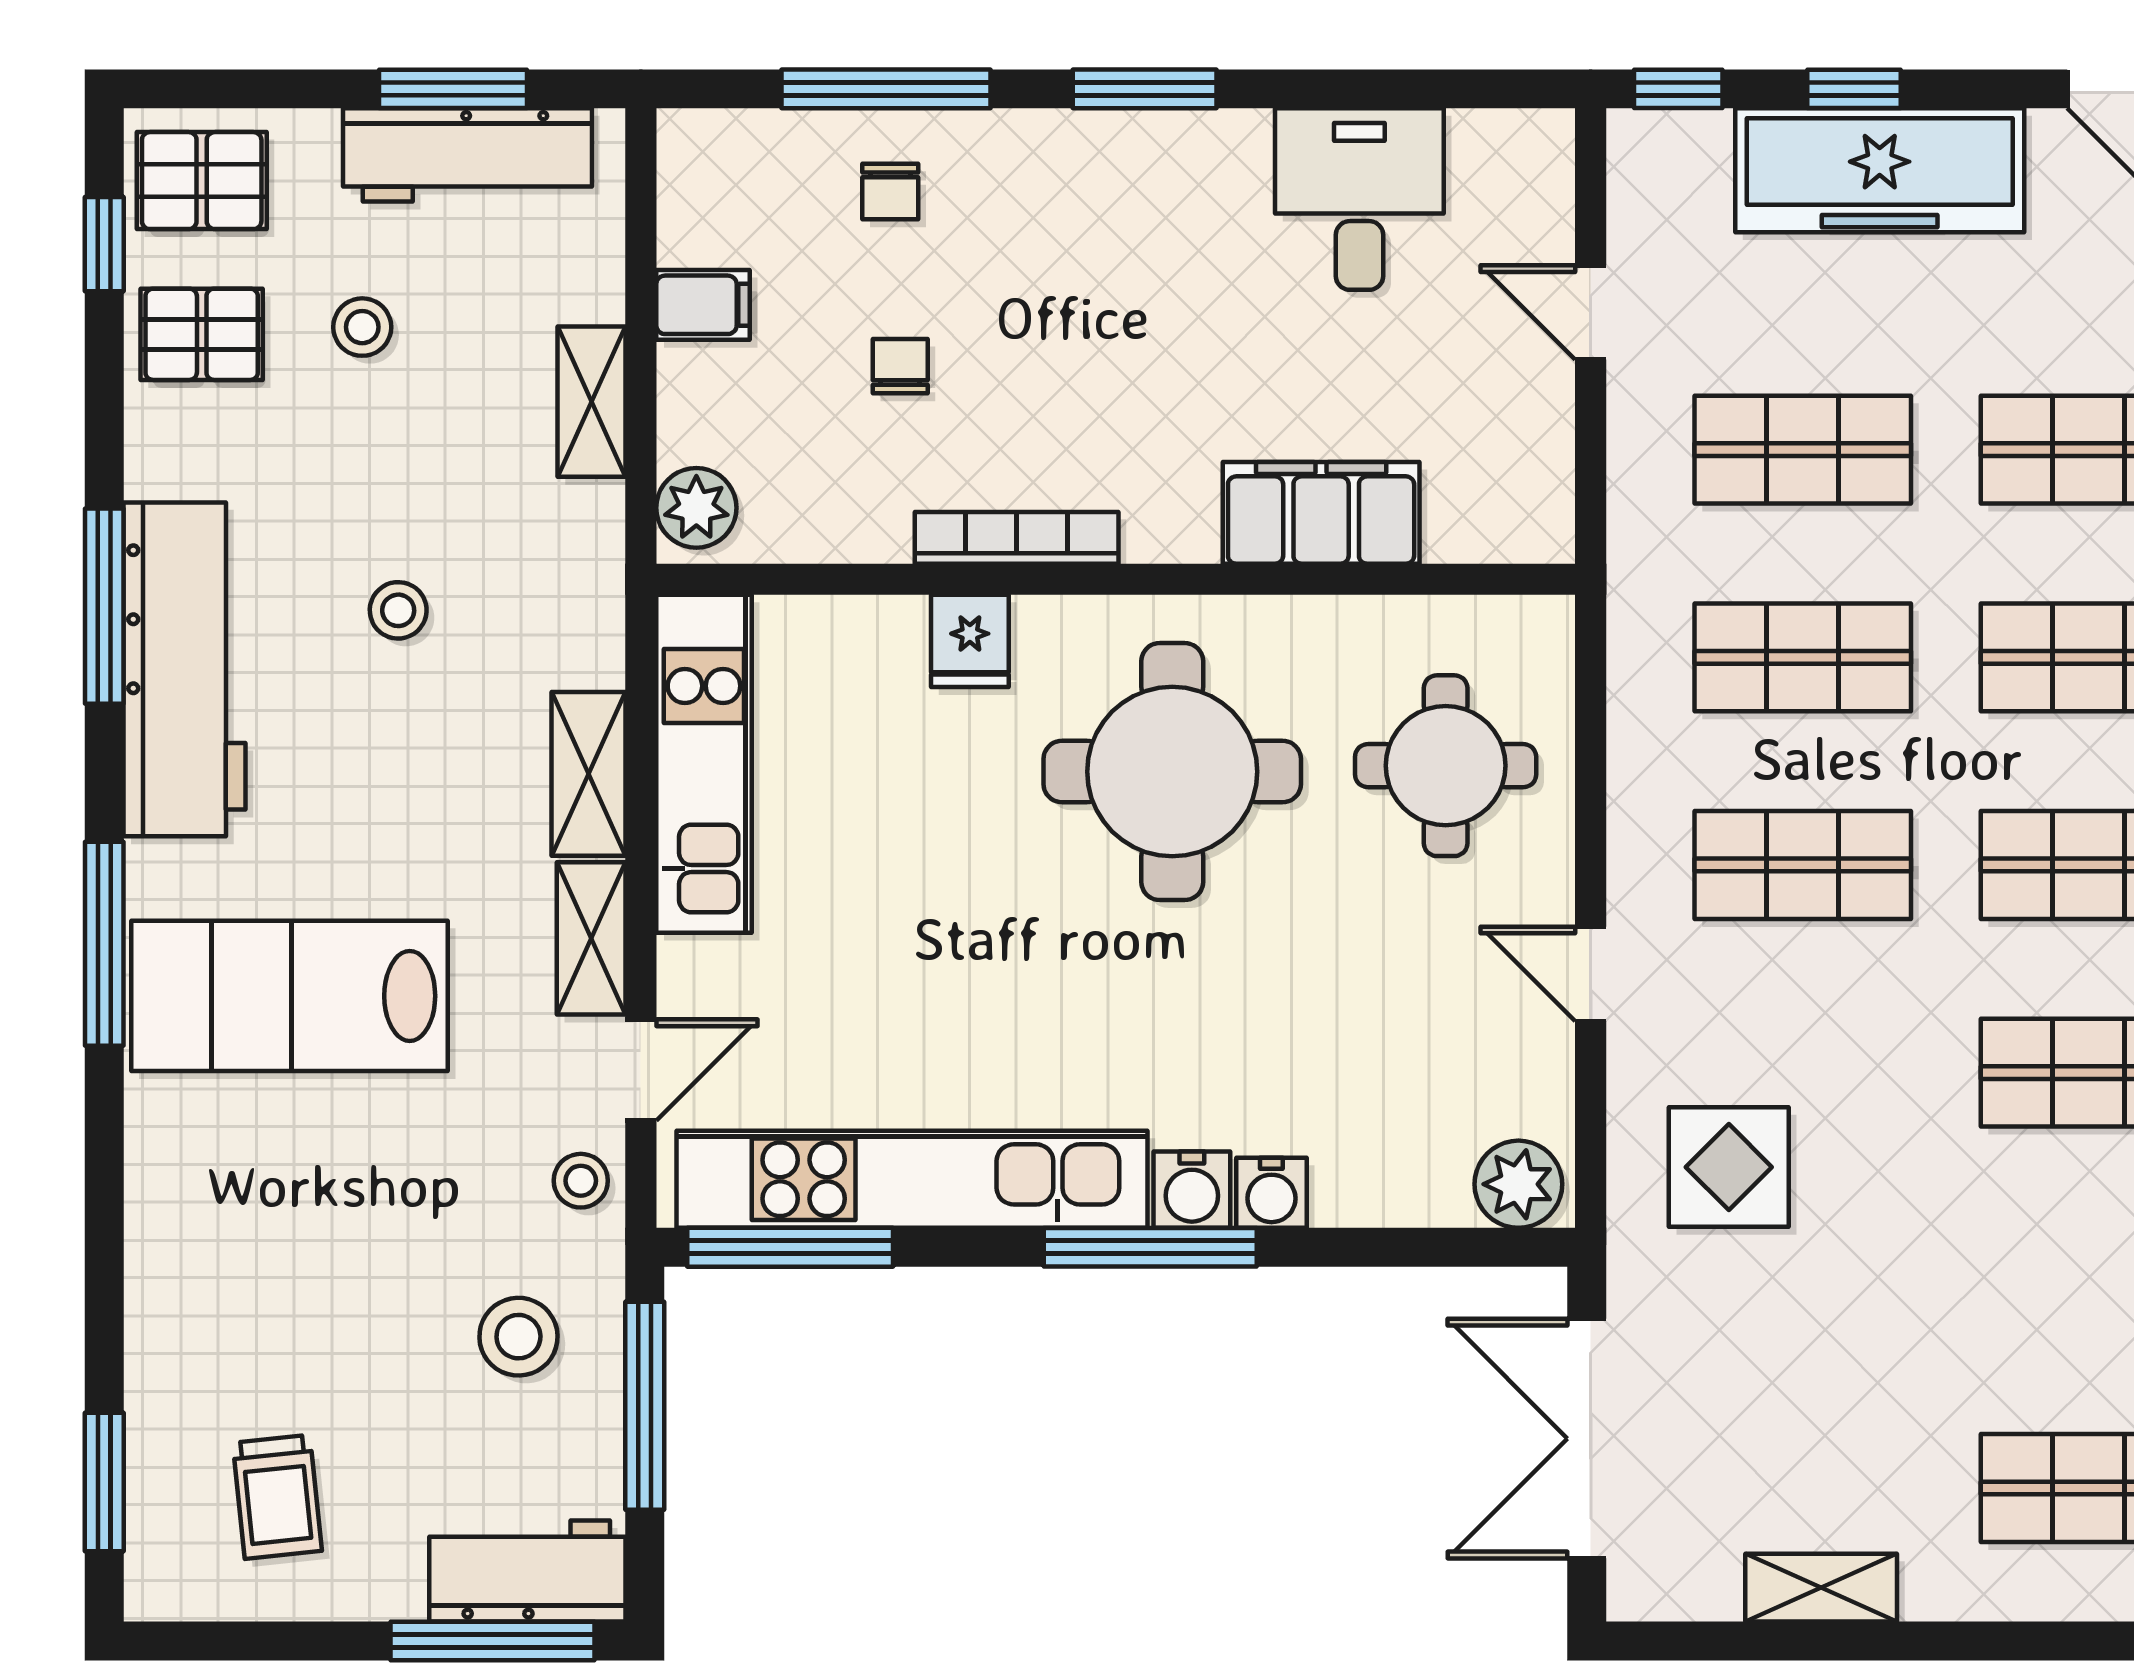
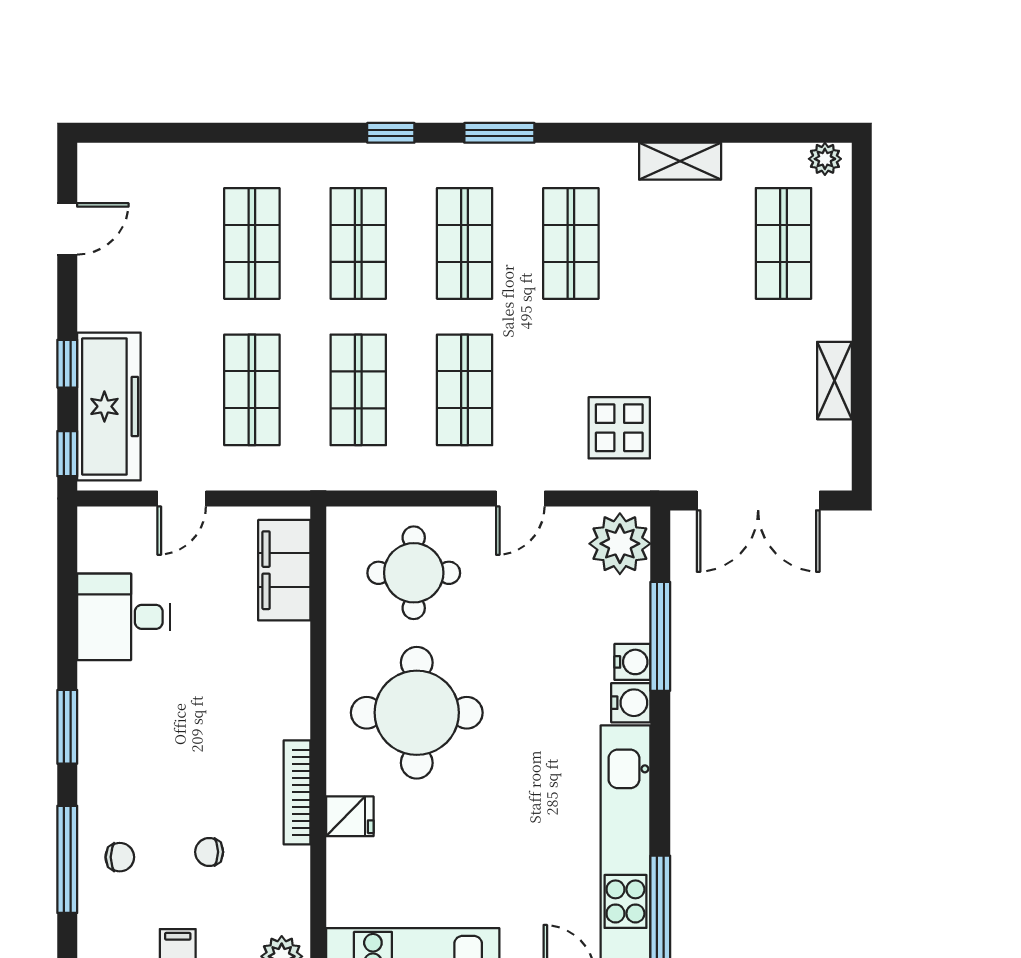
freezer: (1880, 170) -> (109, 406), moved
filing cabinet: (1321, 513) -> (284, 570), moved
plant: (1518, 1184) -> (620, 544), width x1.36, depth x1.36
window: (1150, 1247) -> (660, 636), moved

